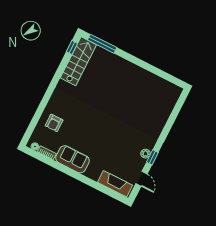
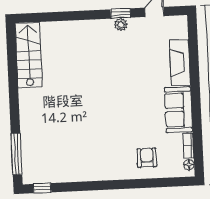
stairs: (78, 61) -> (29, 55), moved, turned 90
armchair: (54, 123) -> (147, 158), turned -90
fireplace: (115, 184) -> (180, 63), moved

